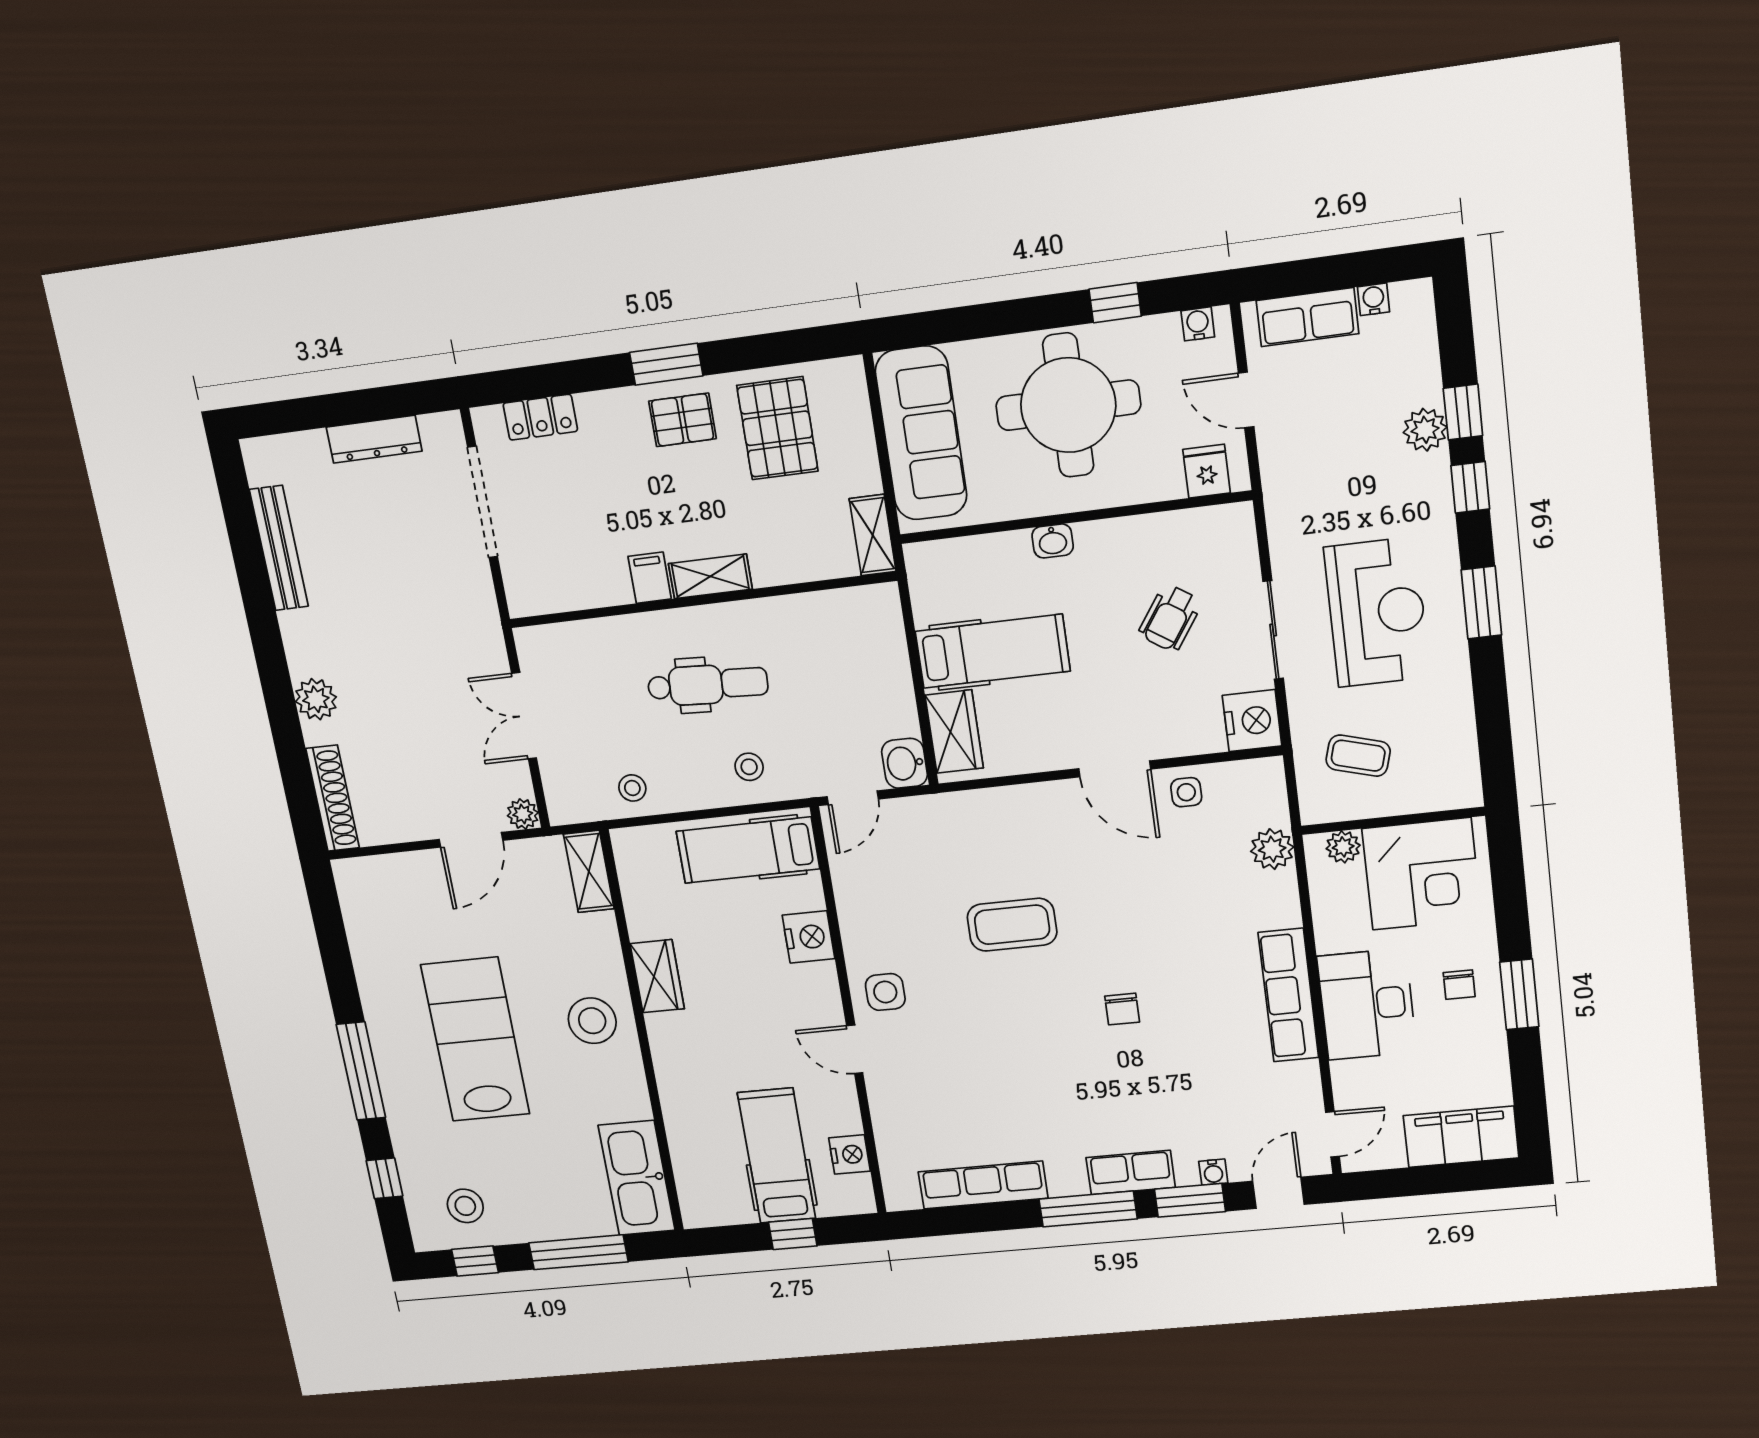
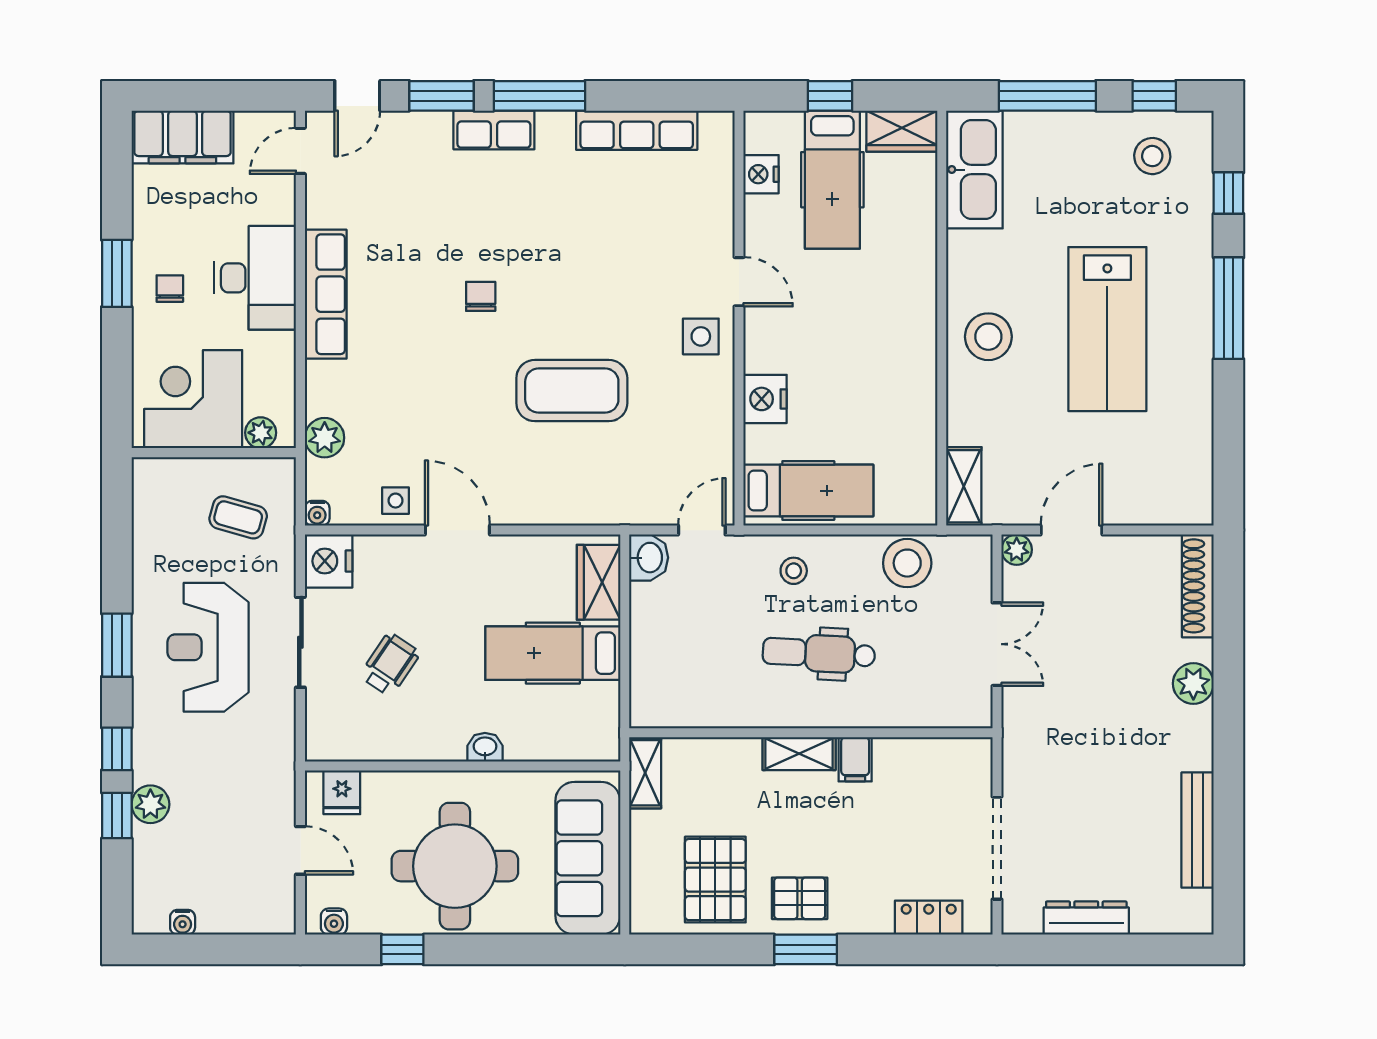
row of seats: (1307, 317) -> (240, 915), removed
stool: (632, 788) -> (907, 563), width x1.89, depth x1.89
coffee table: (1012, 925) -> (572, 391), width x1.36, depth x1.32
wardrobe: (657, 976) -> (902, 131), moved, turned -90
water cooler: (1213, 1172) -> (317, 513), moved, turned 180

